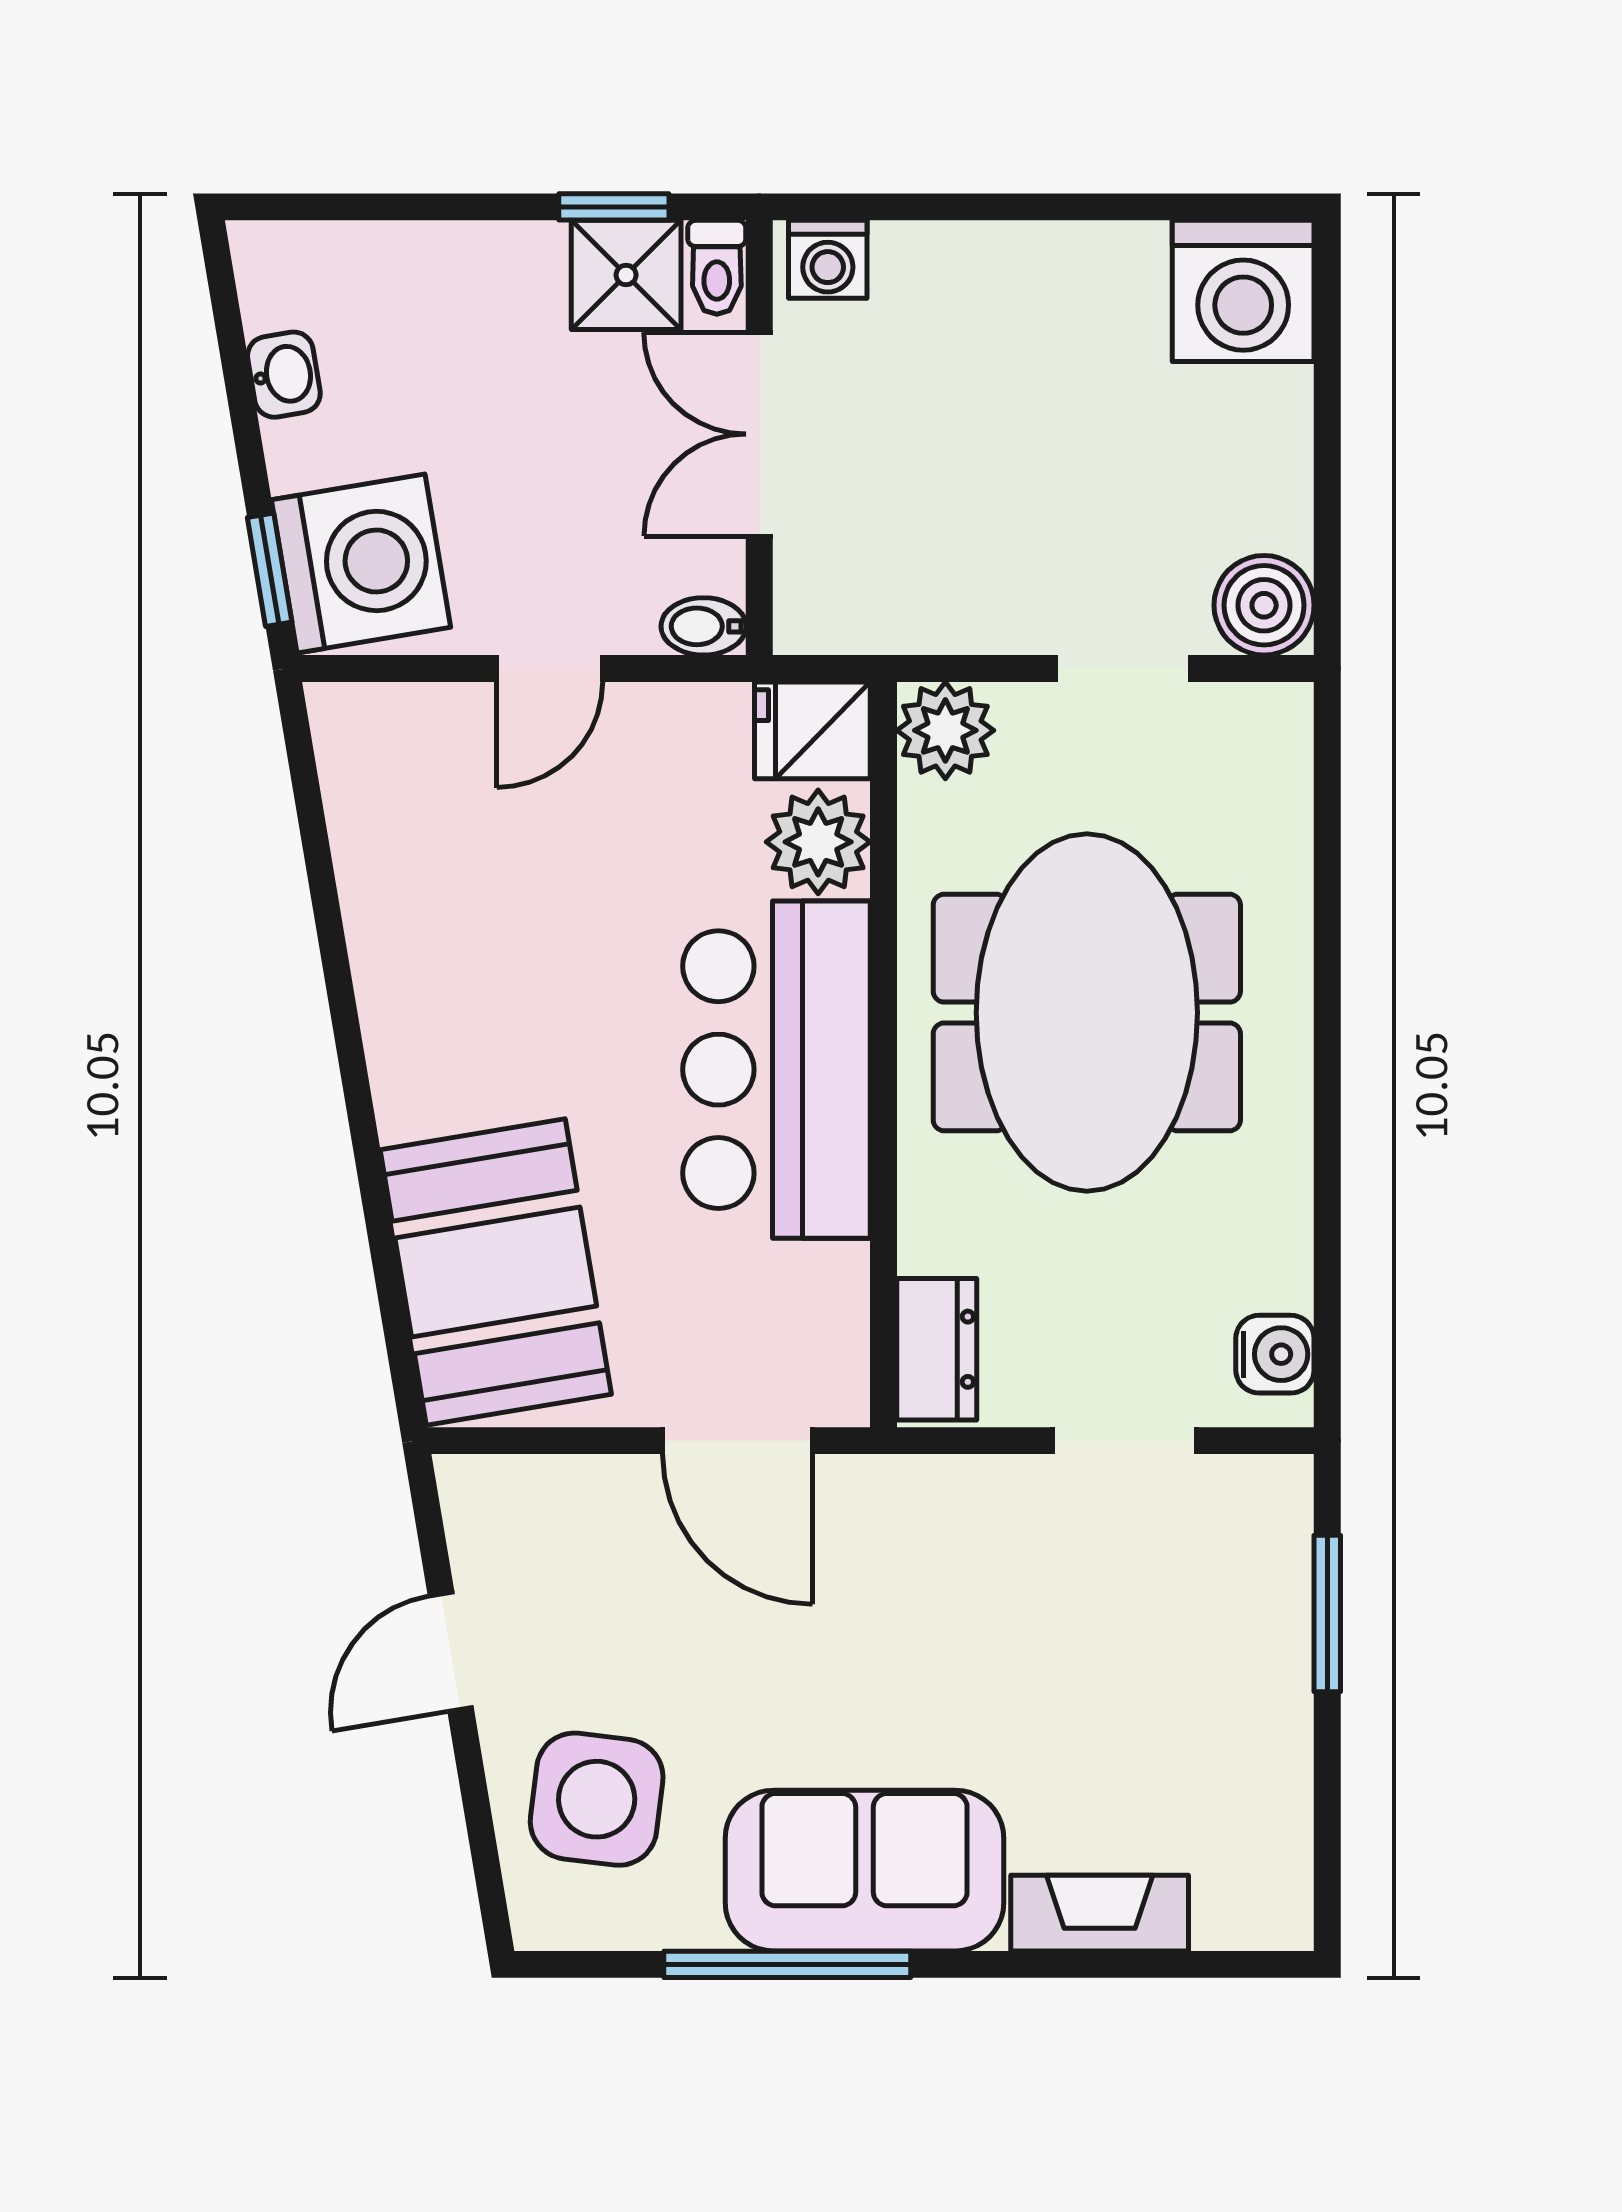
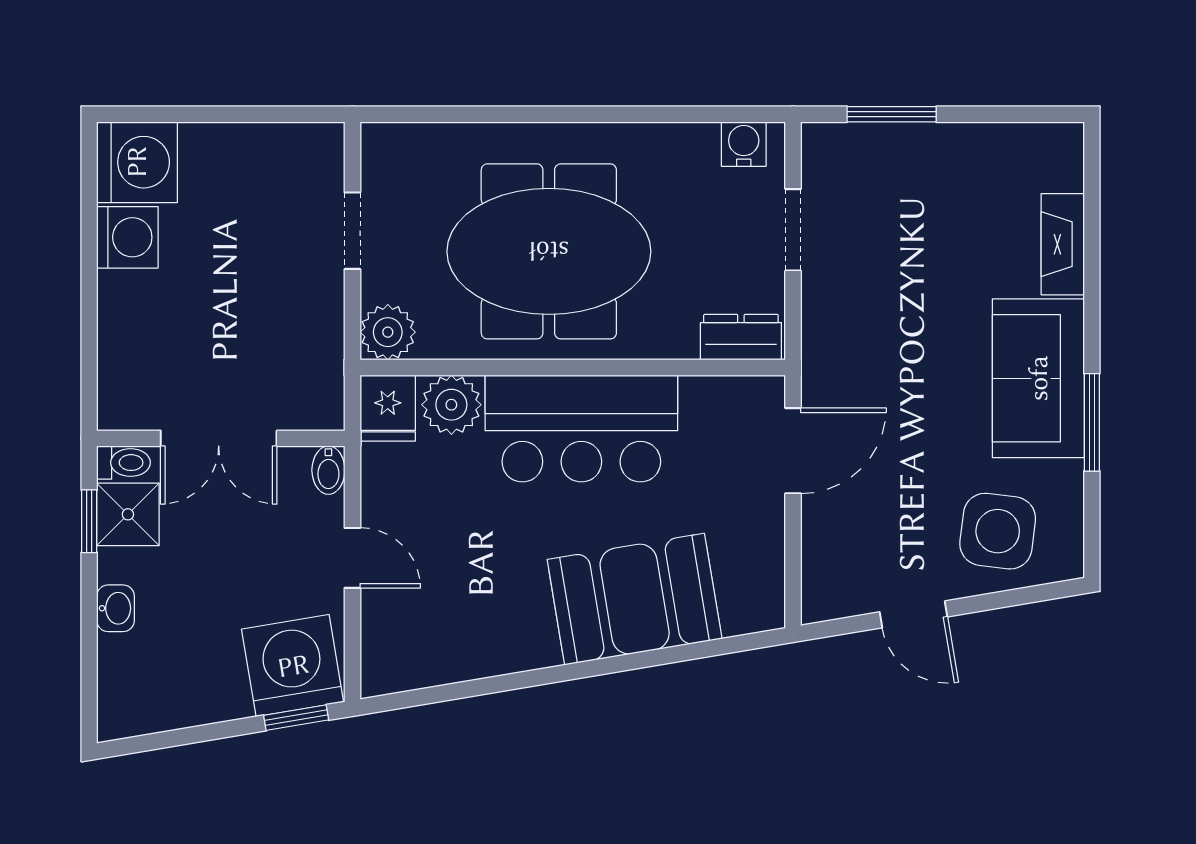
washing machine: (828, 259) -> (127, 237), moved, width x1.38, depth x1.38
washbasin: (284, 375) -> (116, 608), moved, turned 100
boiler: (1264, 605) -> (316, 150), removed
booth: (496, 1272) -> (635, 599), moved
window: (787, 1964) -> (1092, 422), width x0.69

